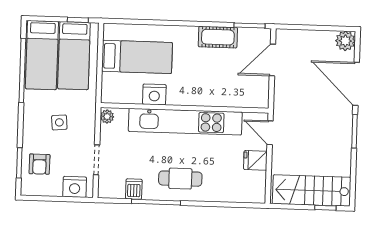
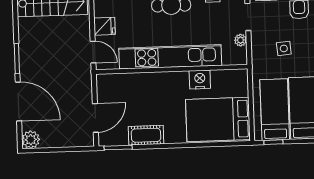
bed: (137, 57) -> (218, 119), width x1.50
plant: (107, 117) -> (241, 40), moved

